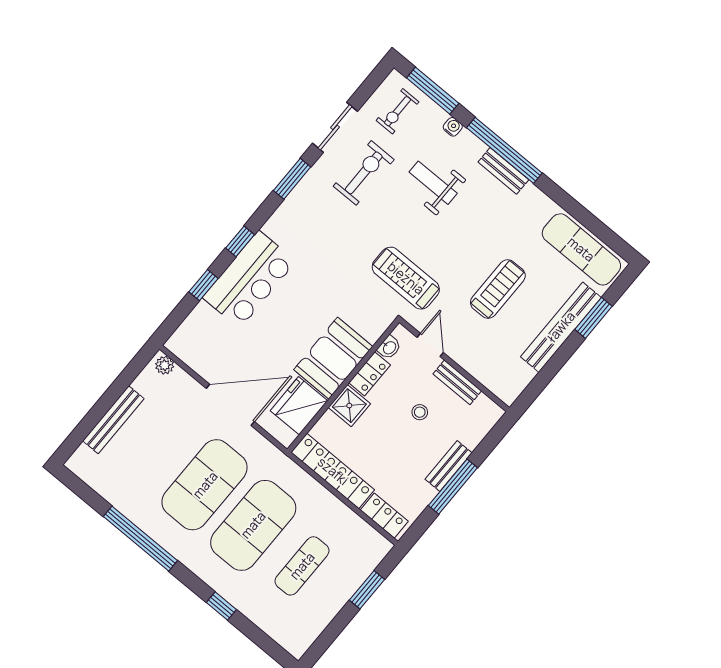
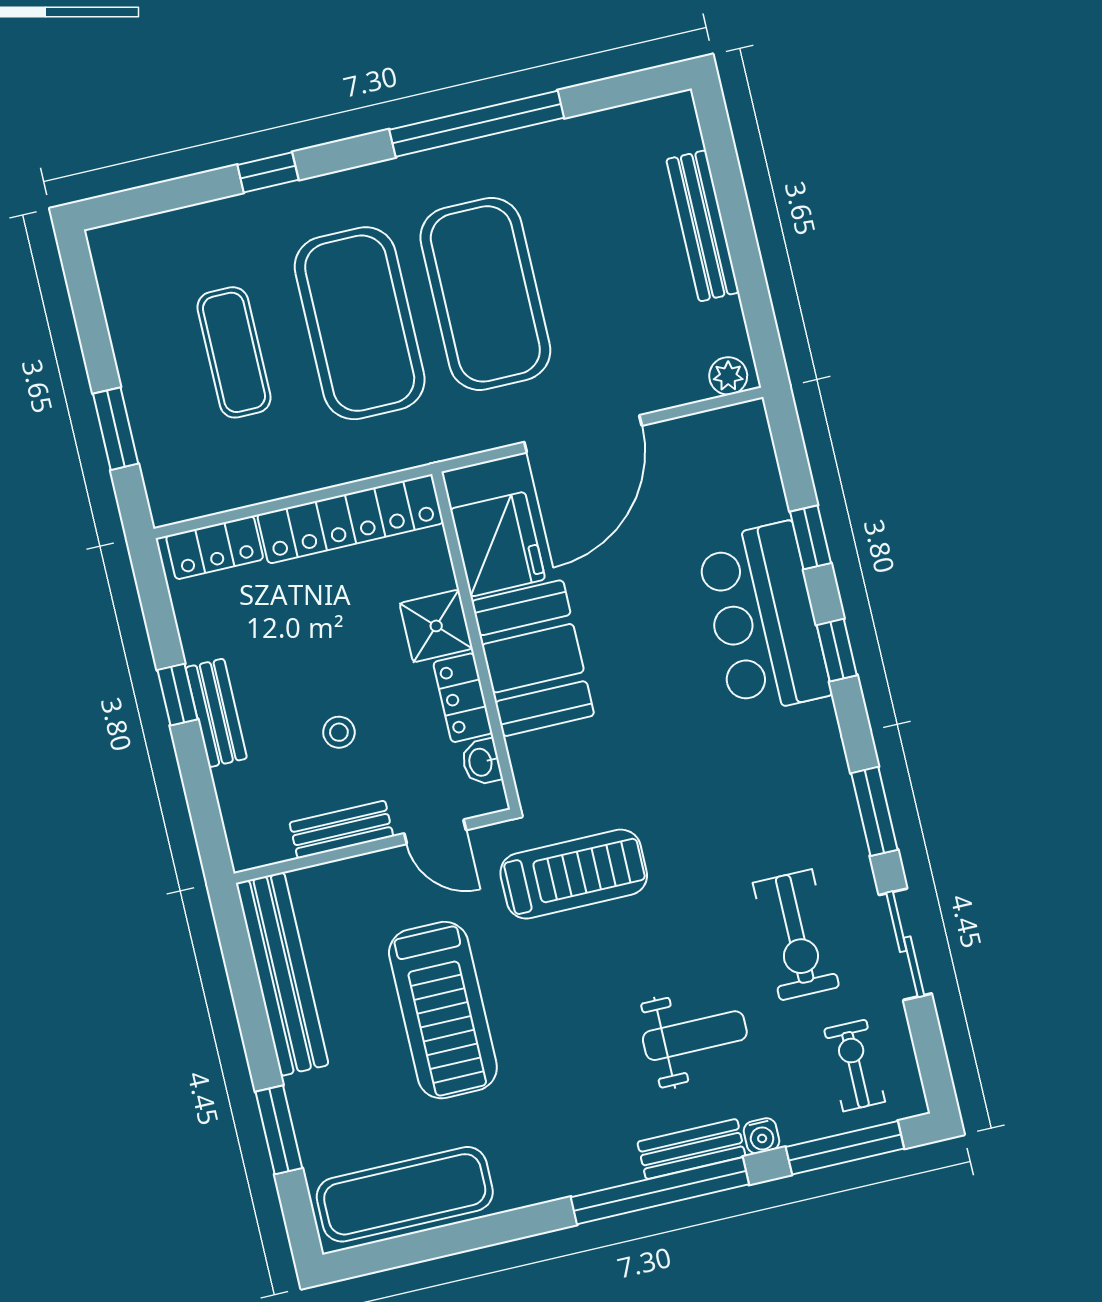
bench: (503, 171) -> (691, 1149), moved
treadmill: (498, 289) -> (443, 1010), width x1.37, depth x1.38
bench: (561, 327) -> (282, 974), moved
window: (453, 487) -> (178, 695), width x0.46

